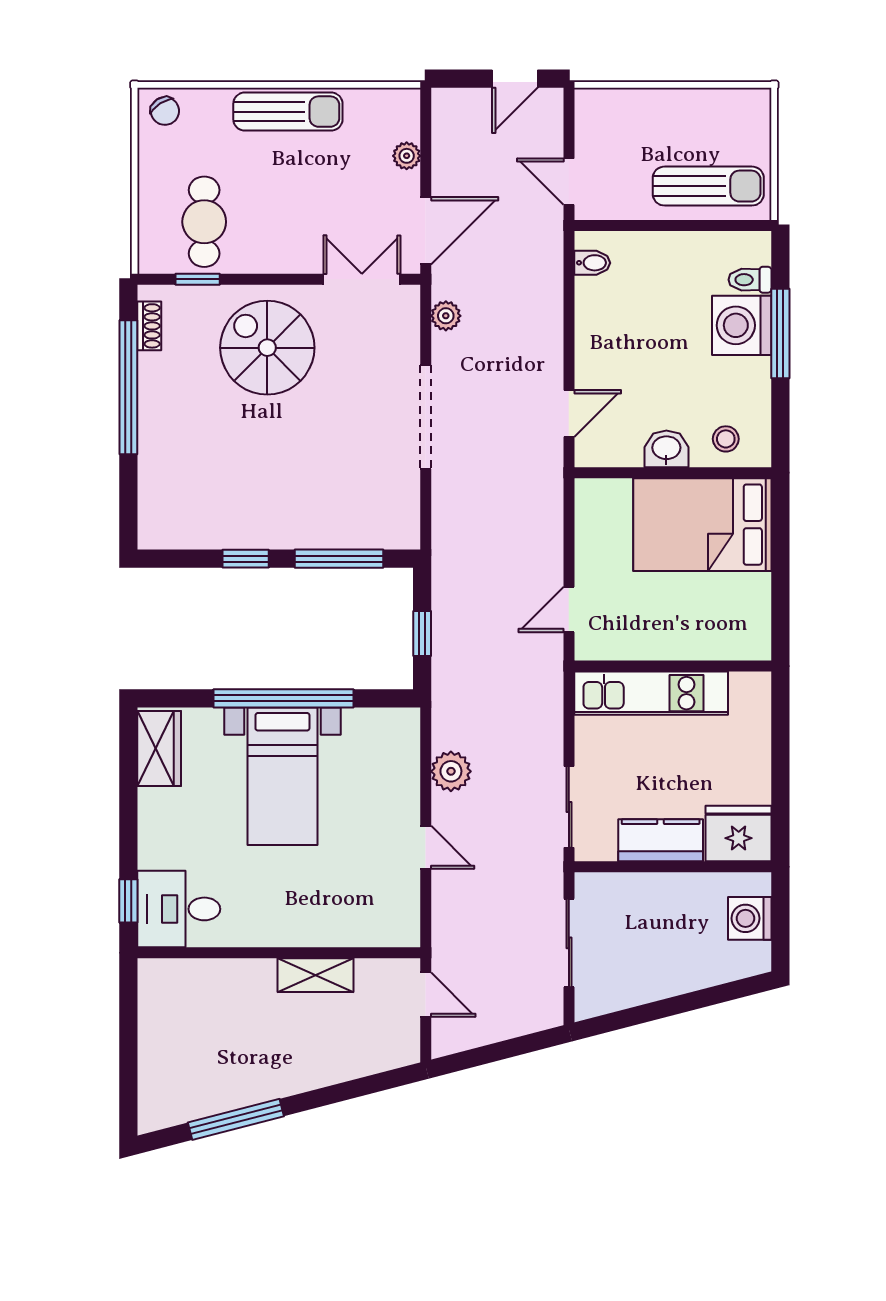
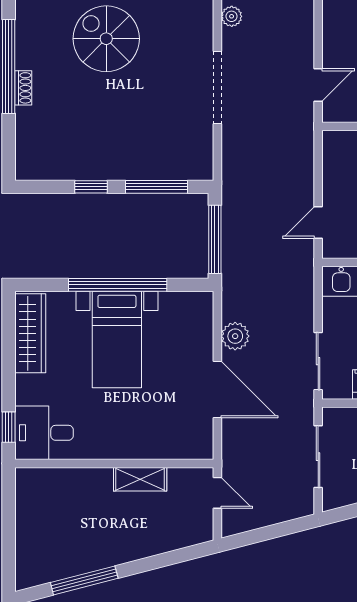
shoe rack: (149, 326) -> (23, 88), moved
window: (422, 634) -> (215, 239), width x2.17
wardrobe: (159, 748) -> (30, 333), width x1.50
door: (426, 847) -> (217, 389), width x1.87

